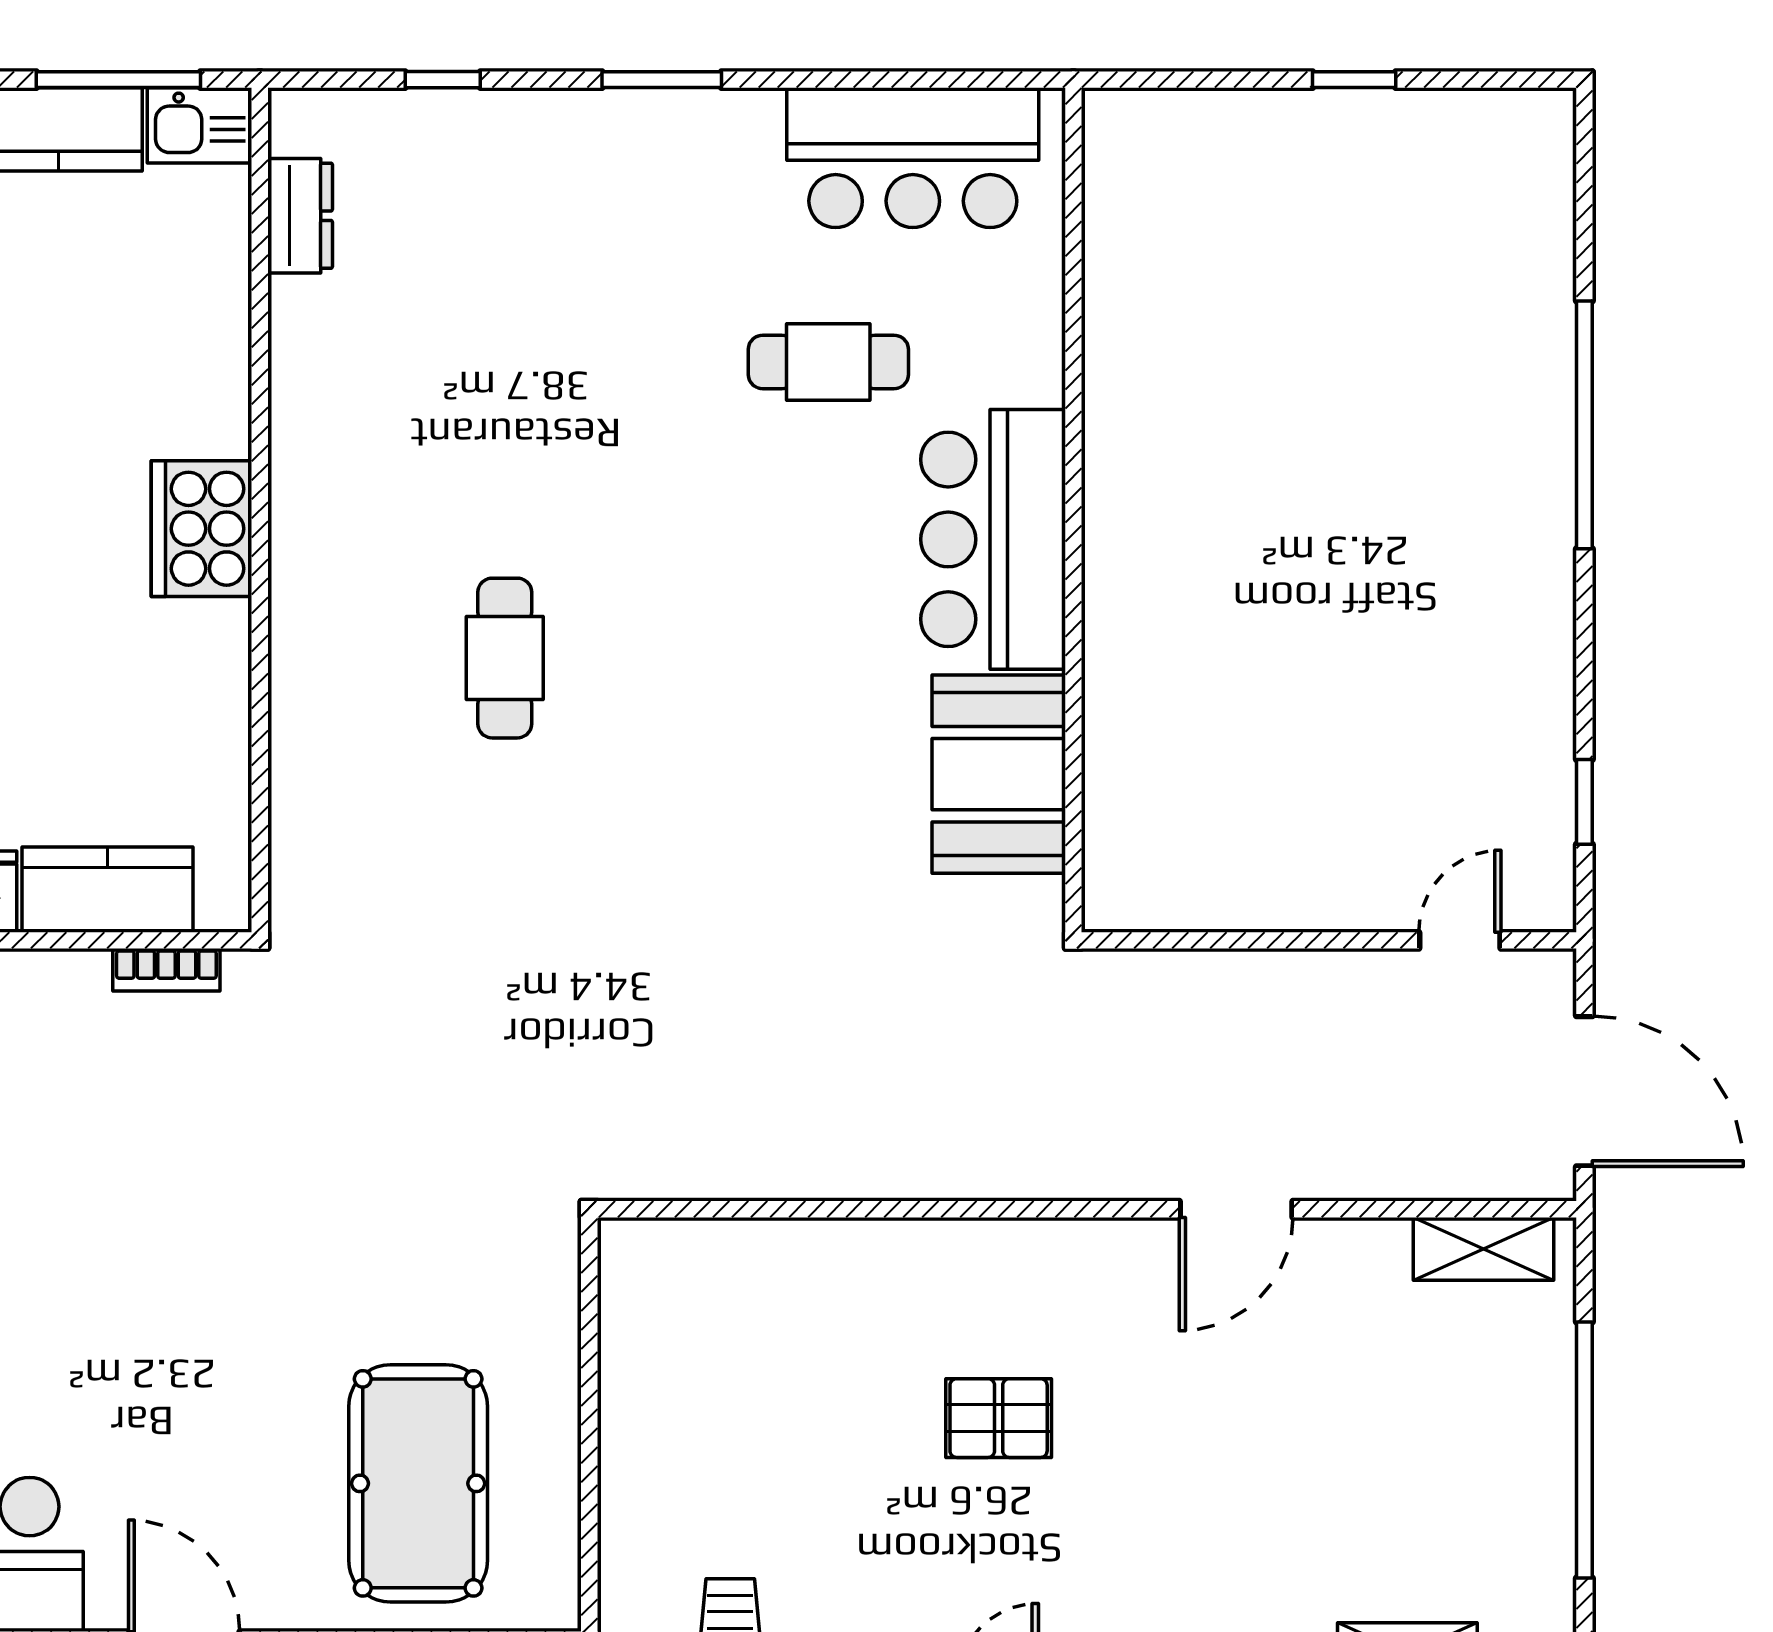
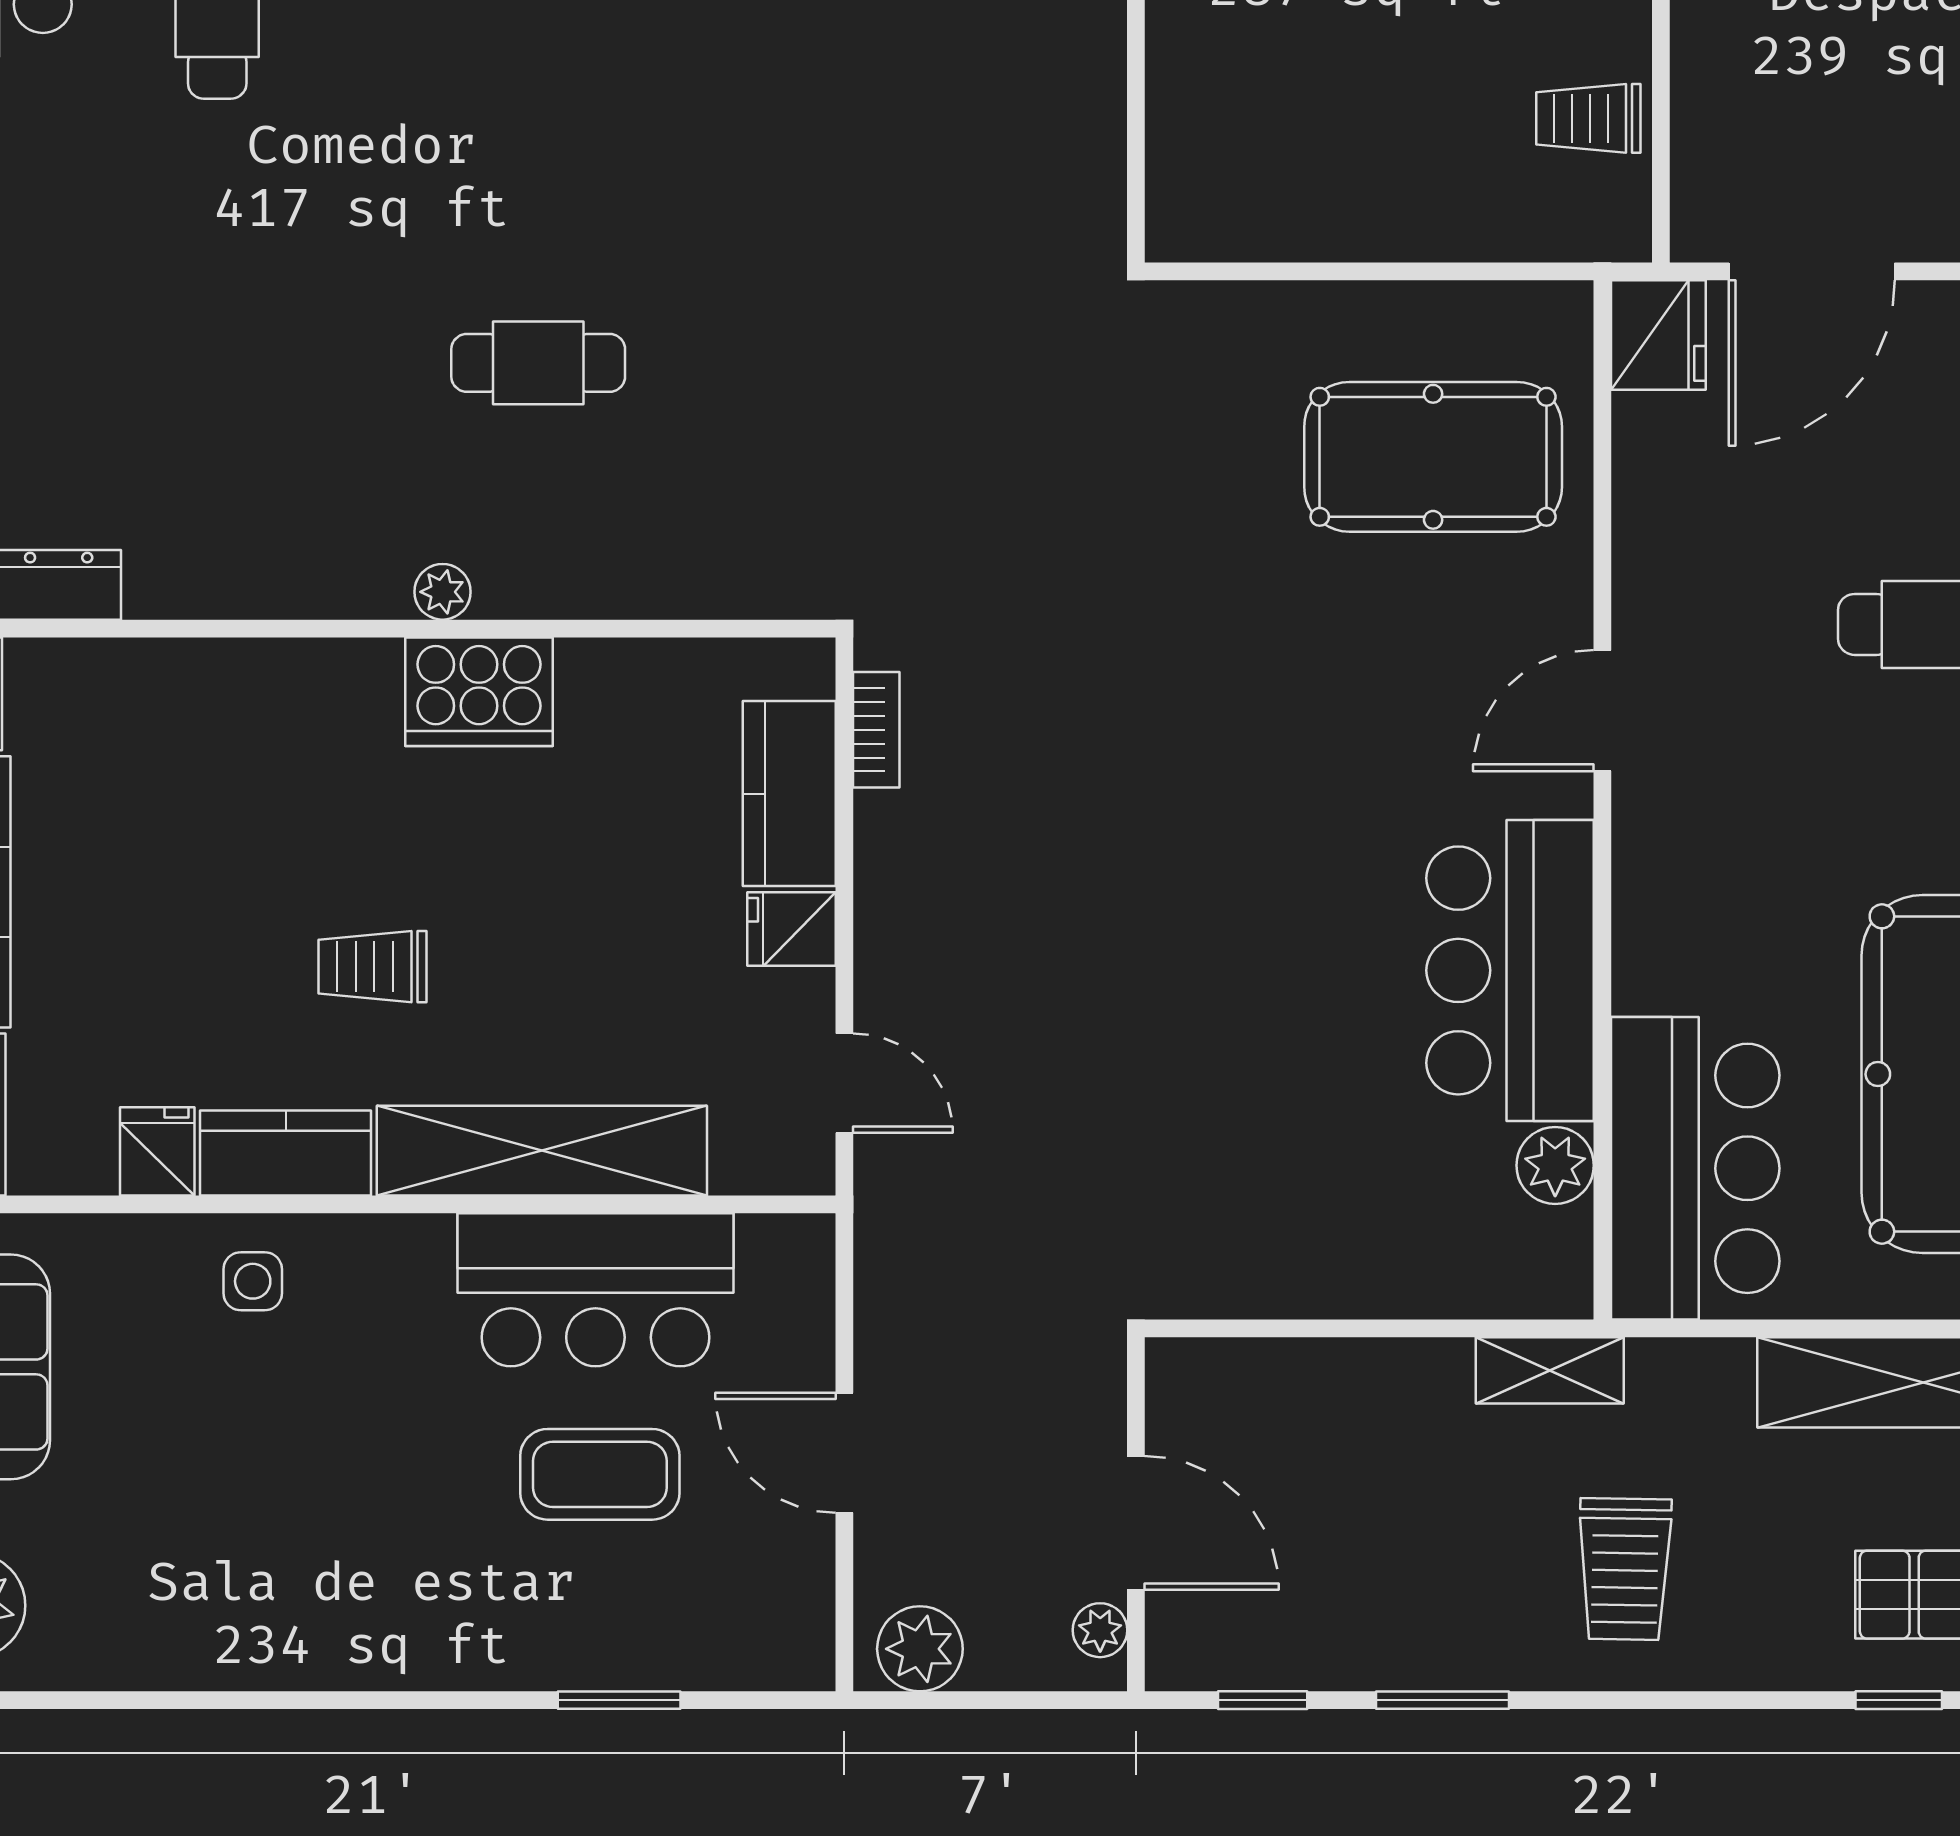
cooker: (202, 529) -> (479, 692), moved
plant: (294, 570) -> (442, 592), added

